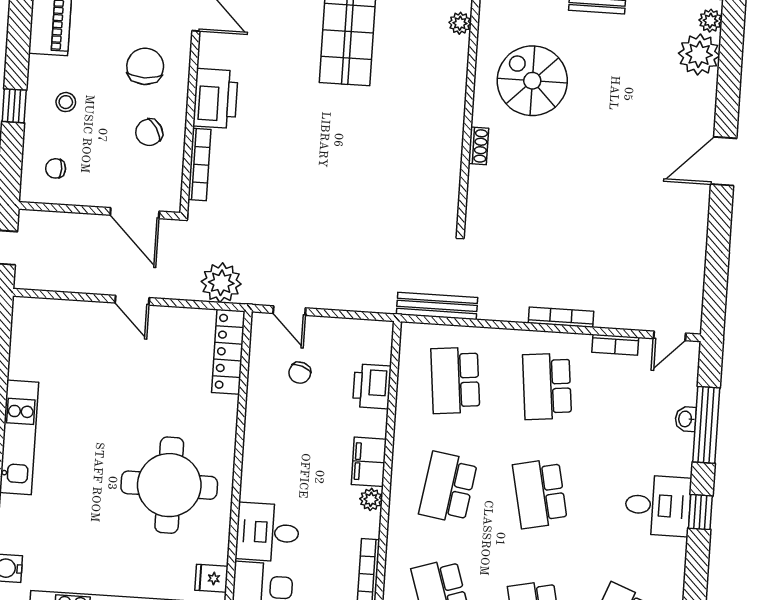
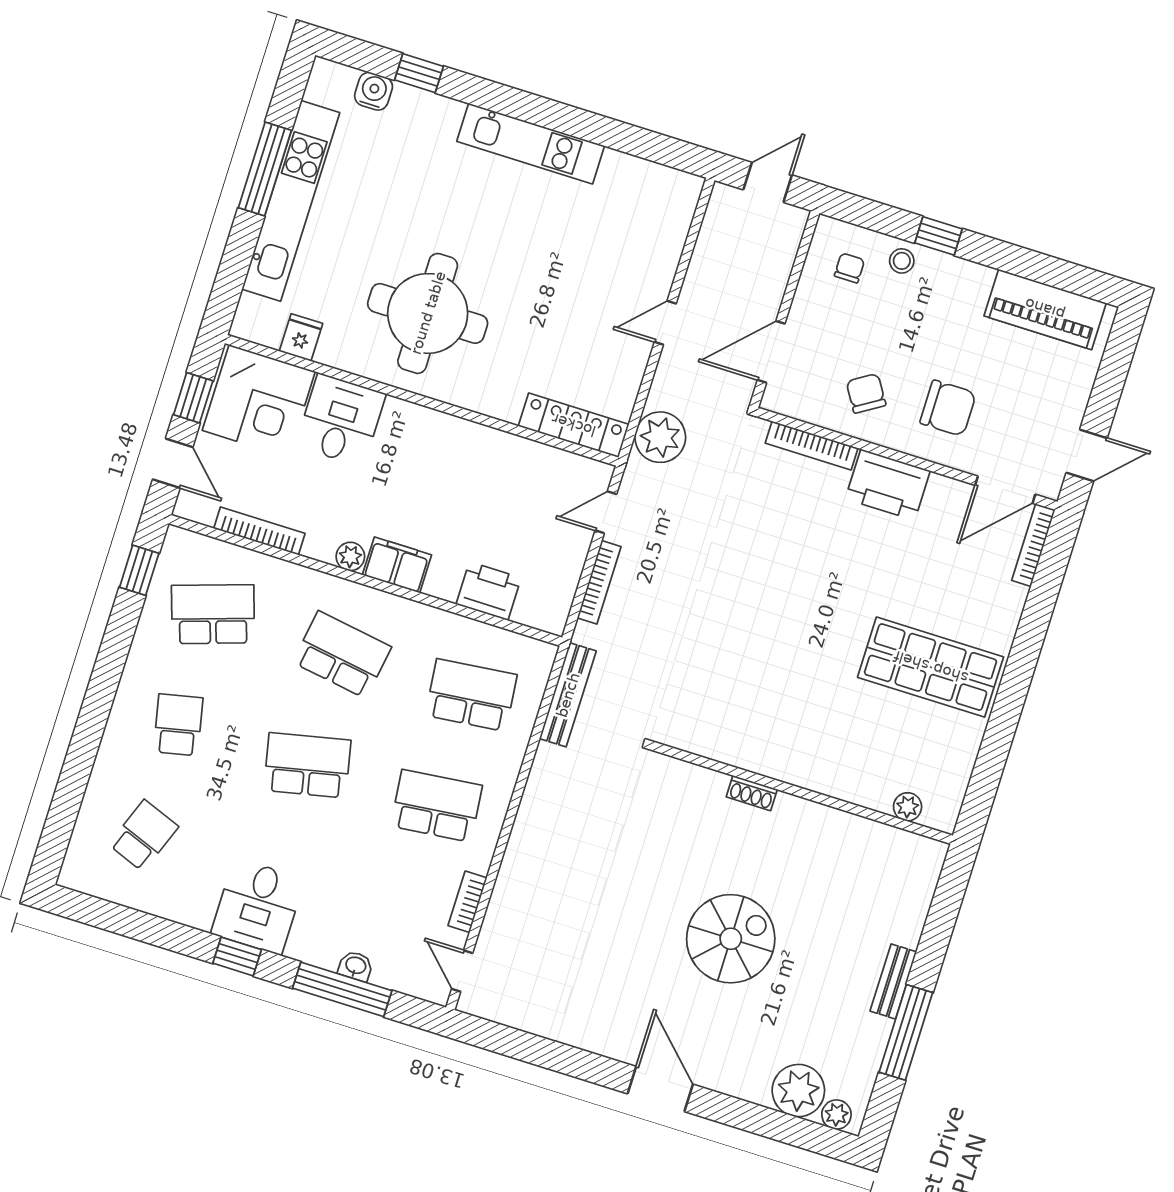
spiral stairs: (532, 81) -> (731, 939), moved
stool: (66, 102) -> (902, 261), moved
bookcase: (561, 317) -> (599, 582), moved
chair: (300, 373) -> (527, 507), removed

